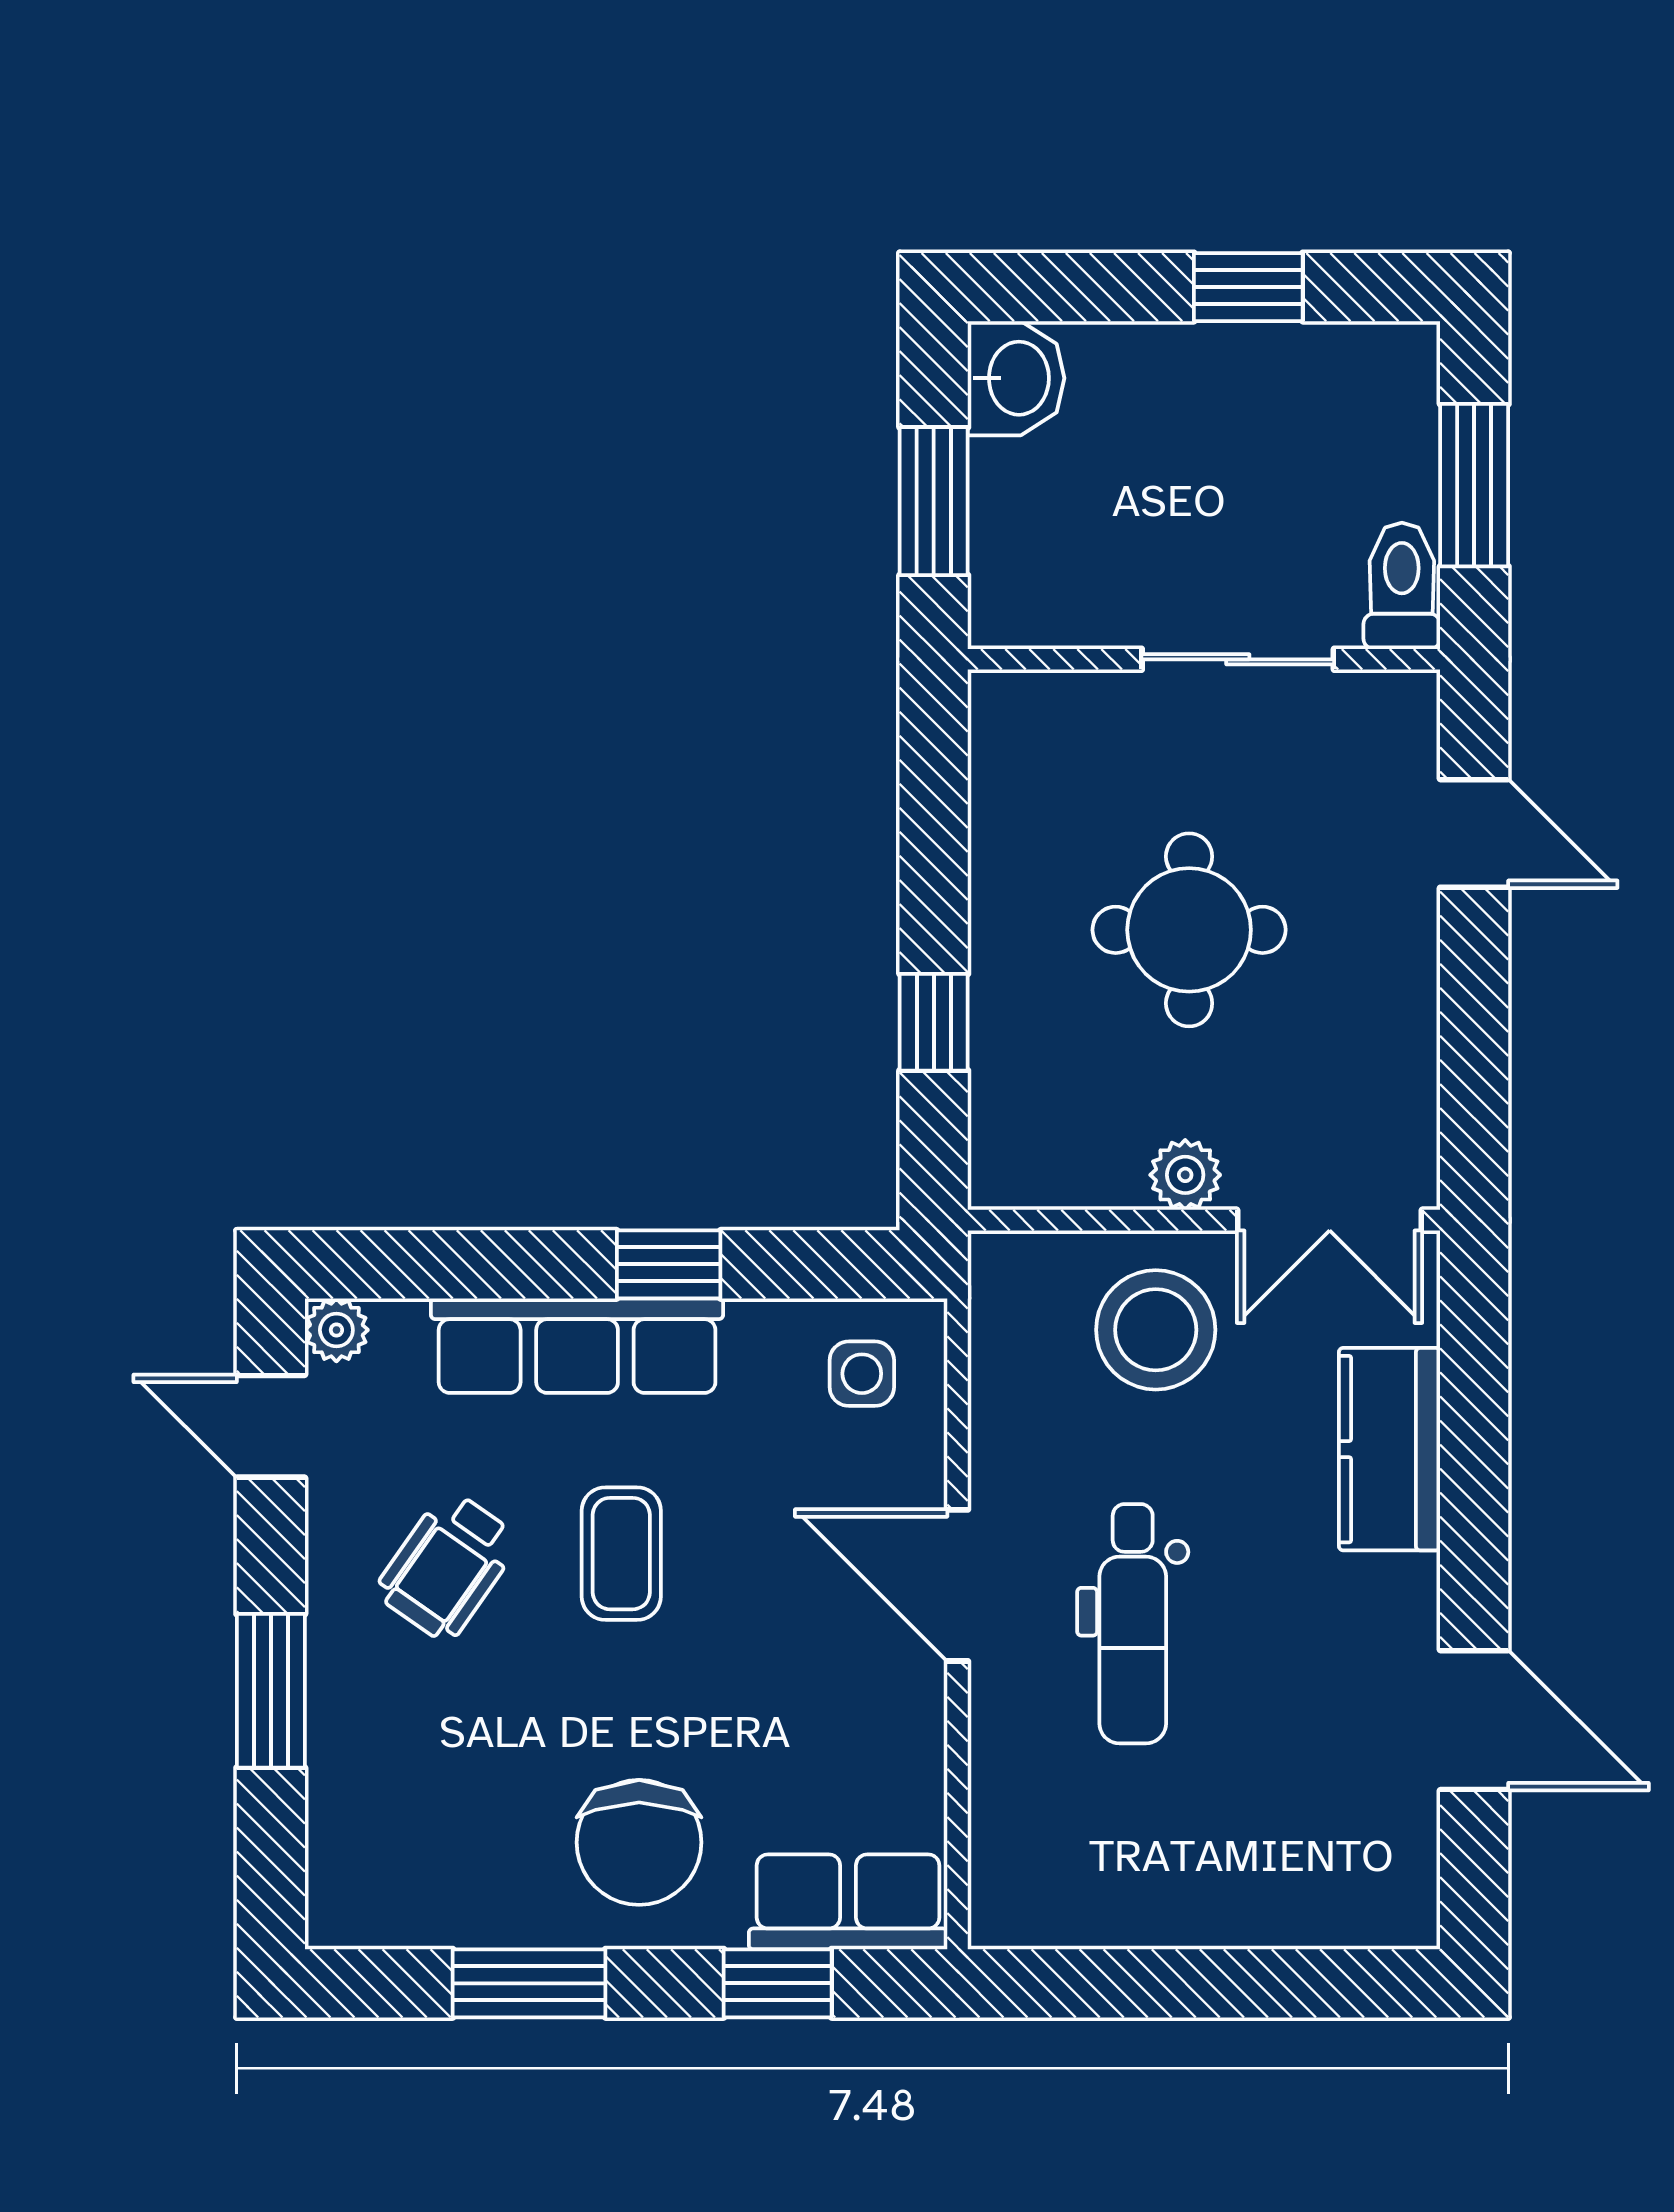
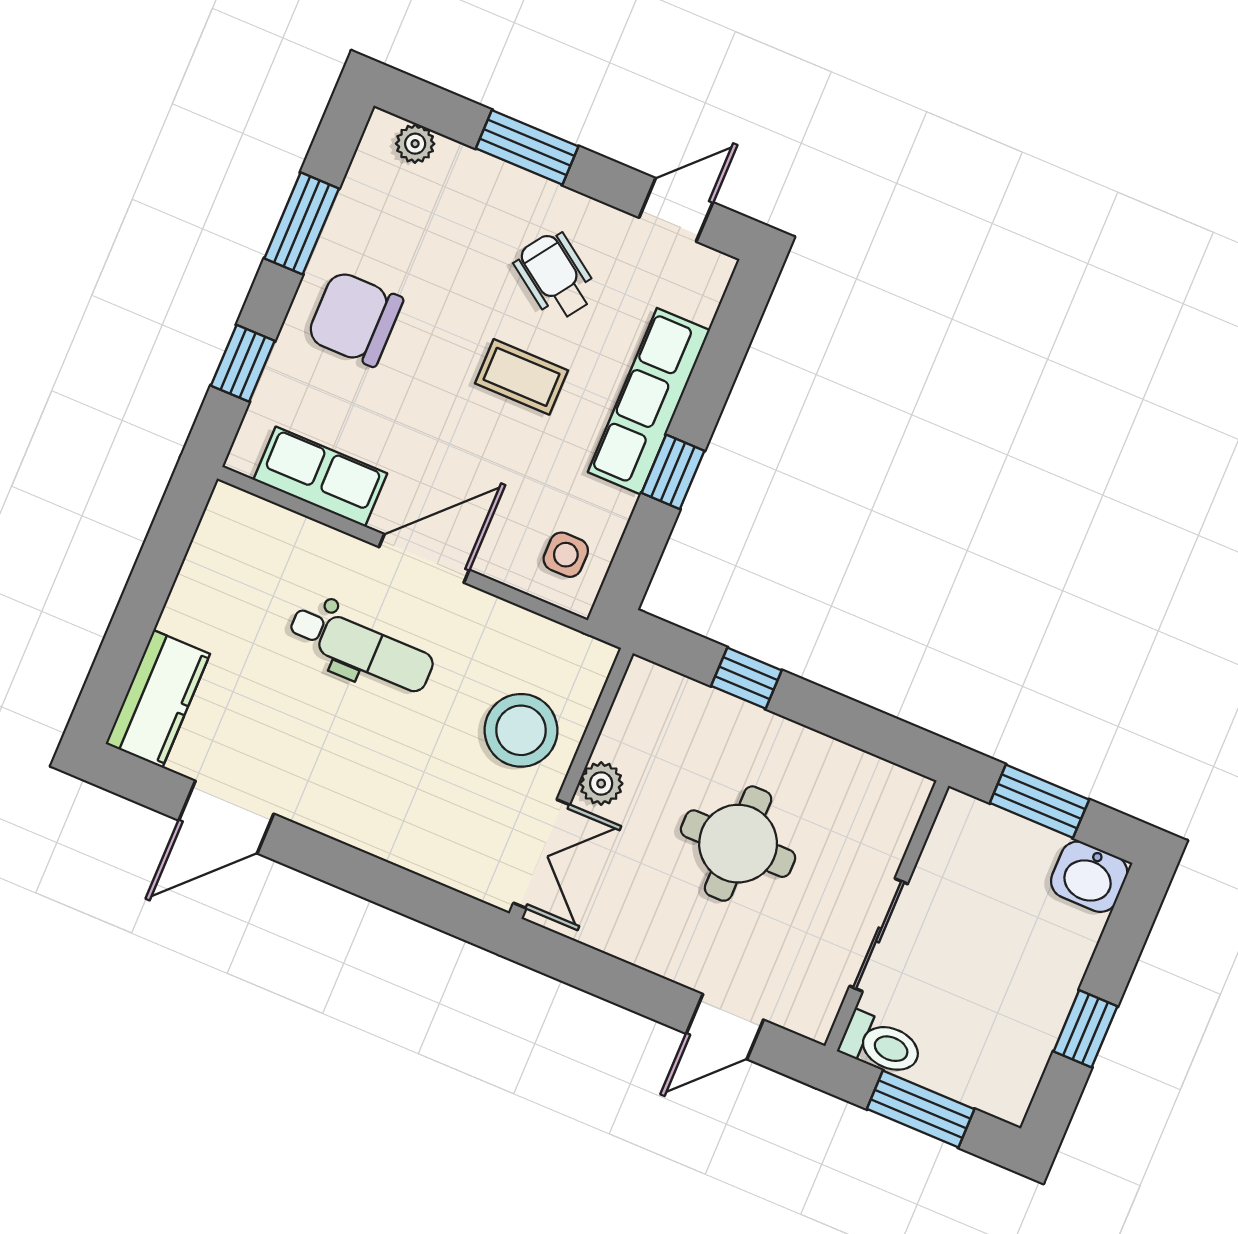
double door: (1330, 1220) -> (542, 854), swing flipped
plant: (336, 1330) -> (415, 144), moved
kitchen counter: (1390, 1449) -> (158, 699), moved, turned 90
dental chair: (1133, 1624) -> (361, 648), turned 180
row of seats: (848, 1902) -> (320, 477), moved, turned -90

